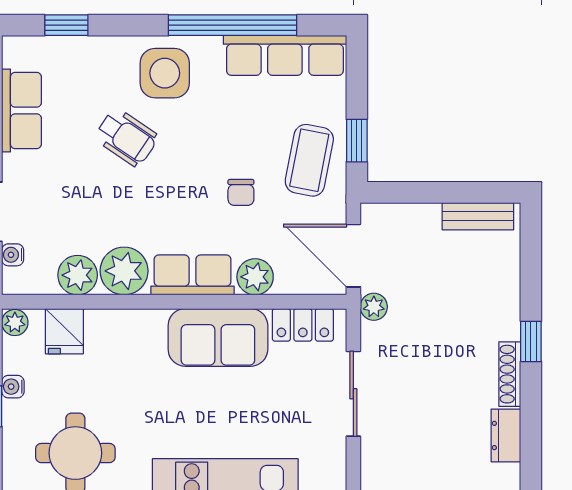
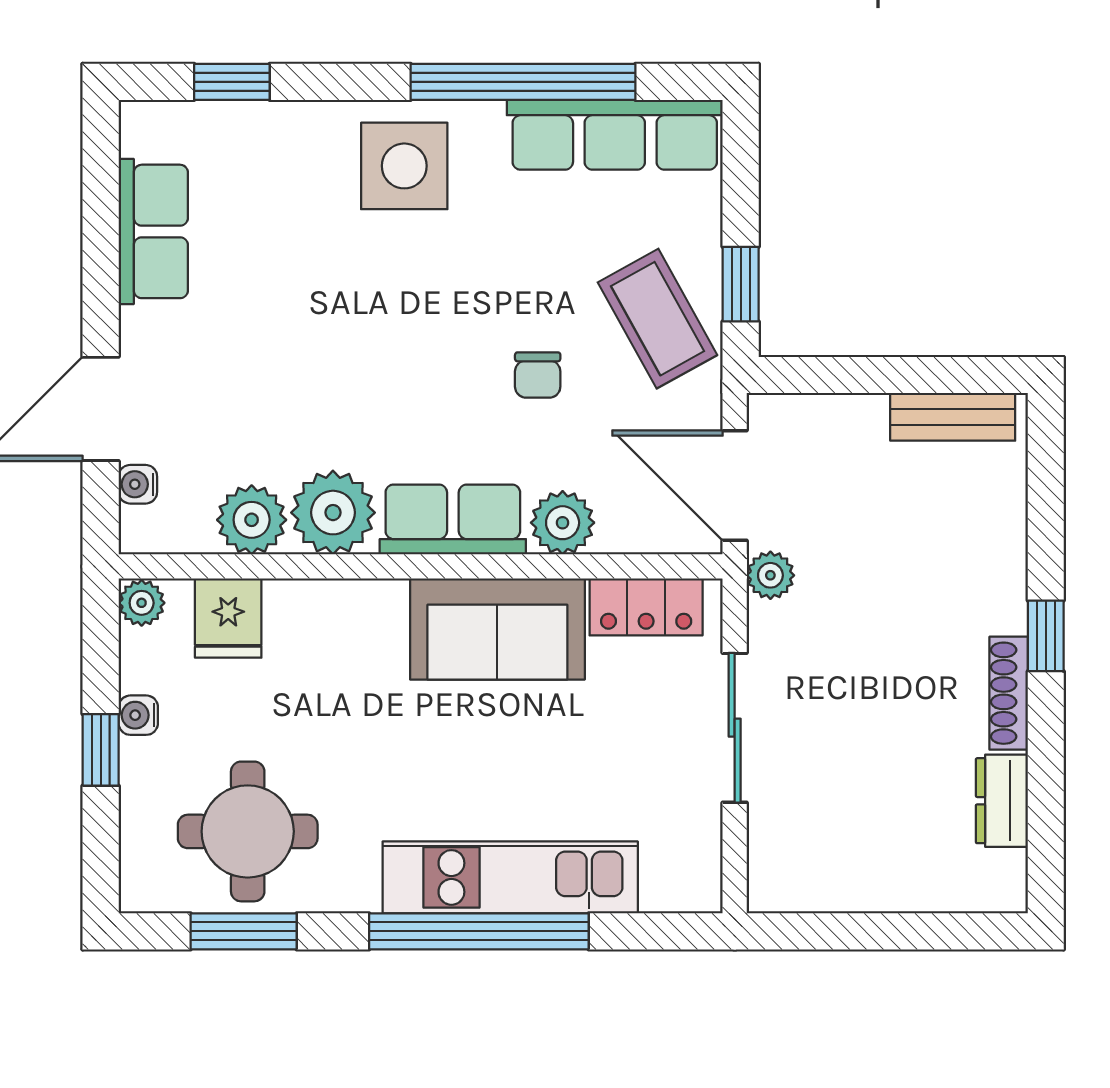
wheelchair: (126, 137) -> (337, 279), removed
coffee table: (309, 160) -> (657, 319), turned -40

